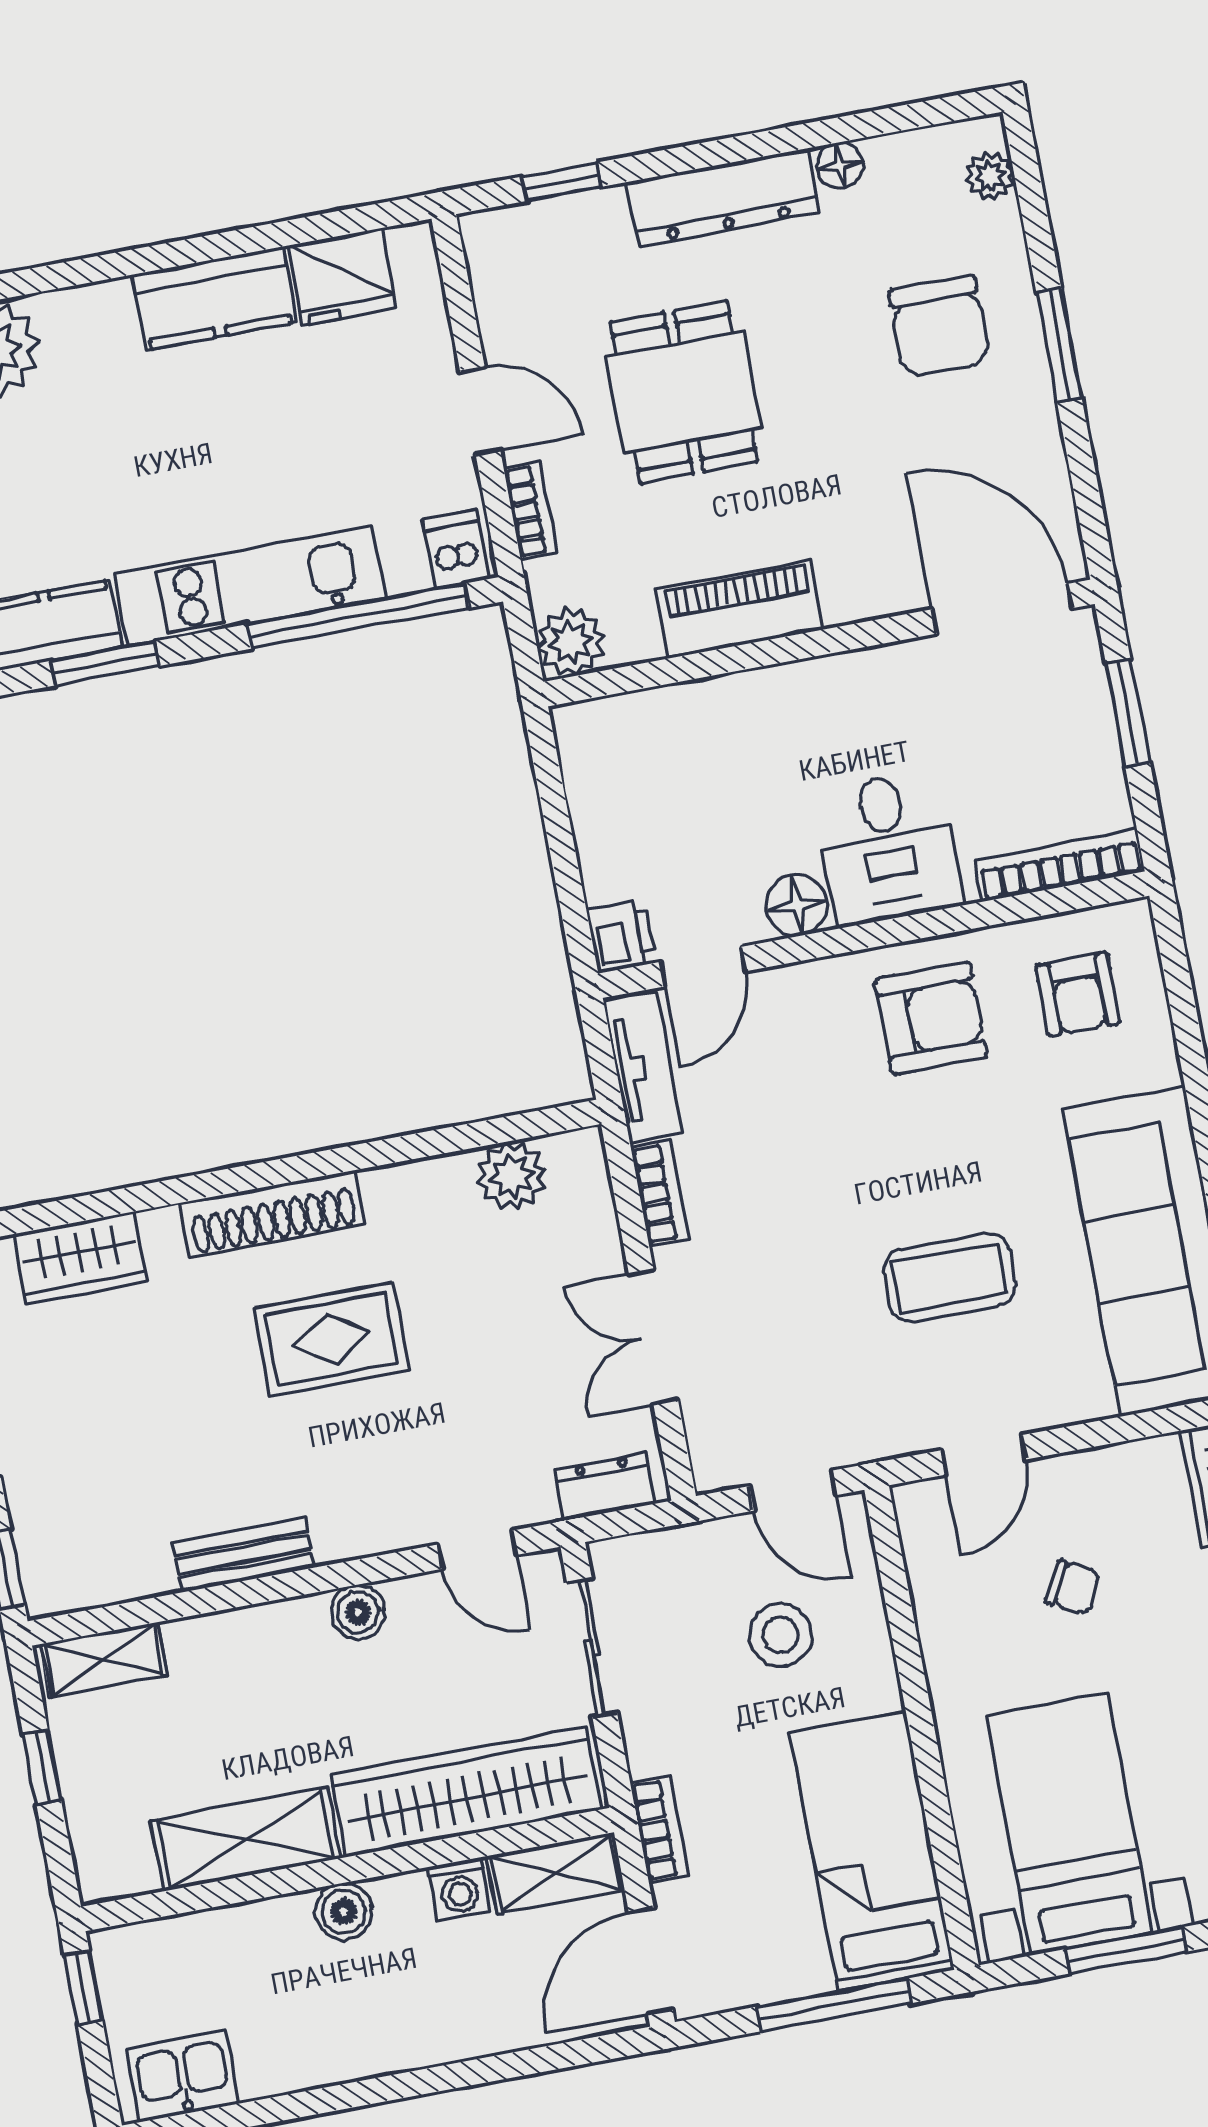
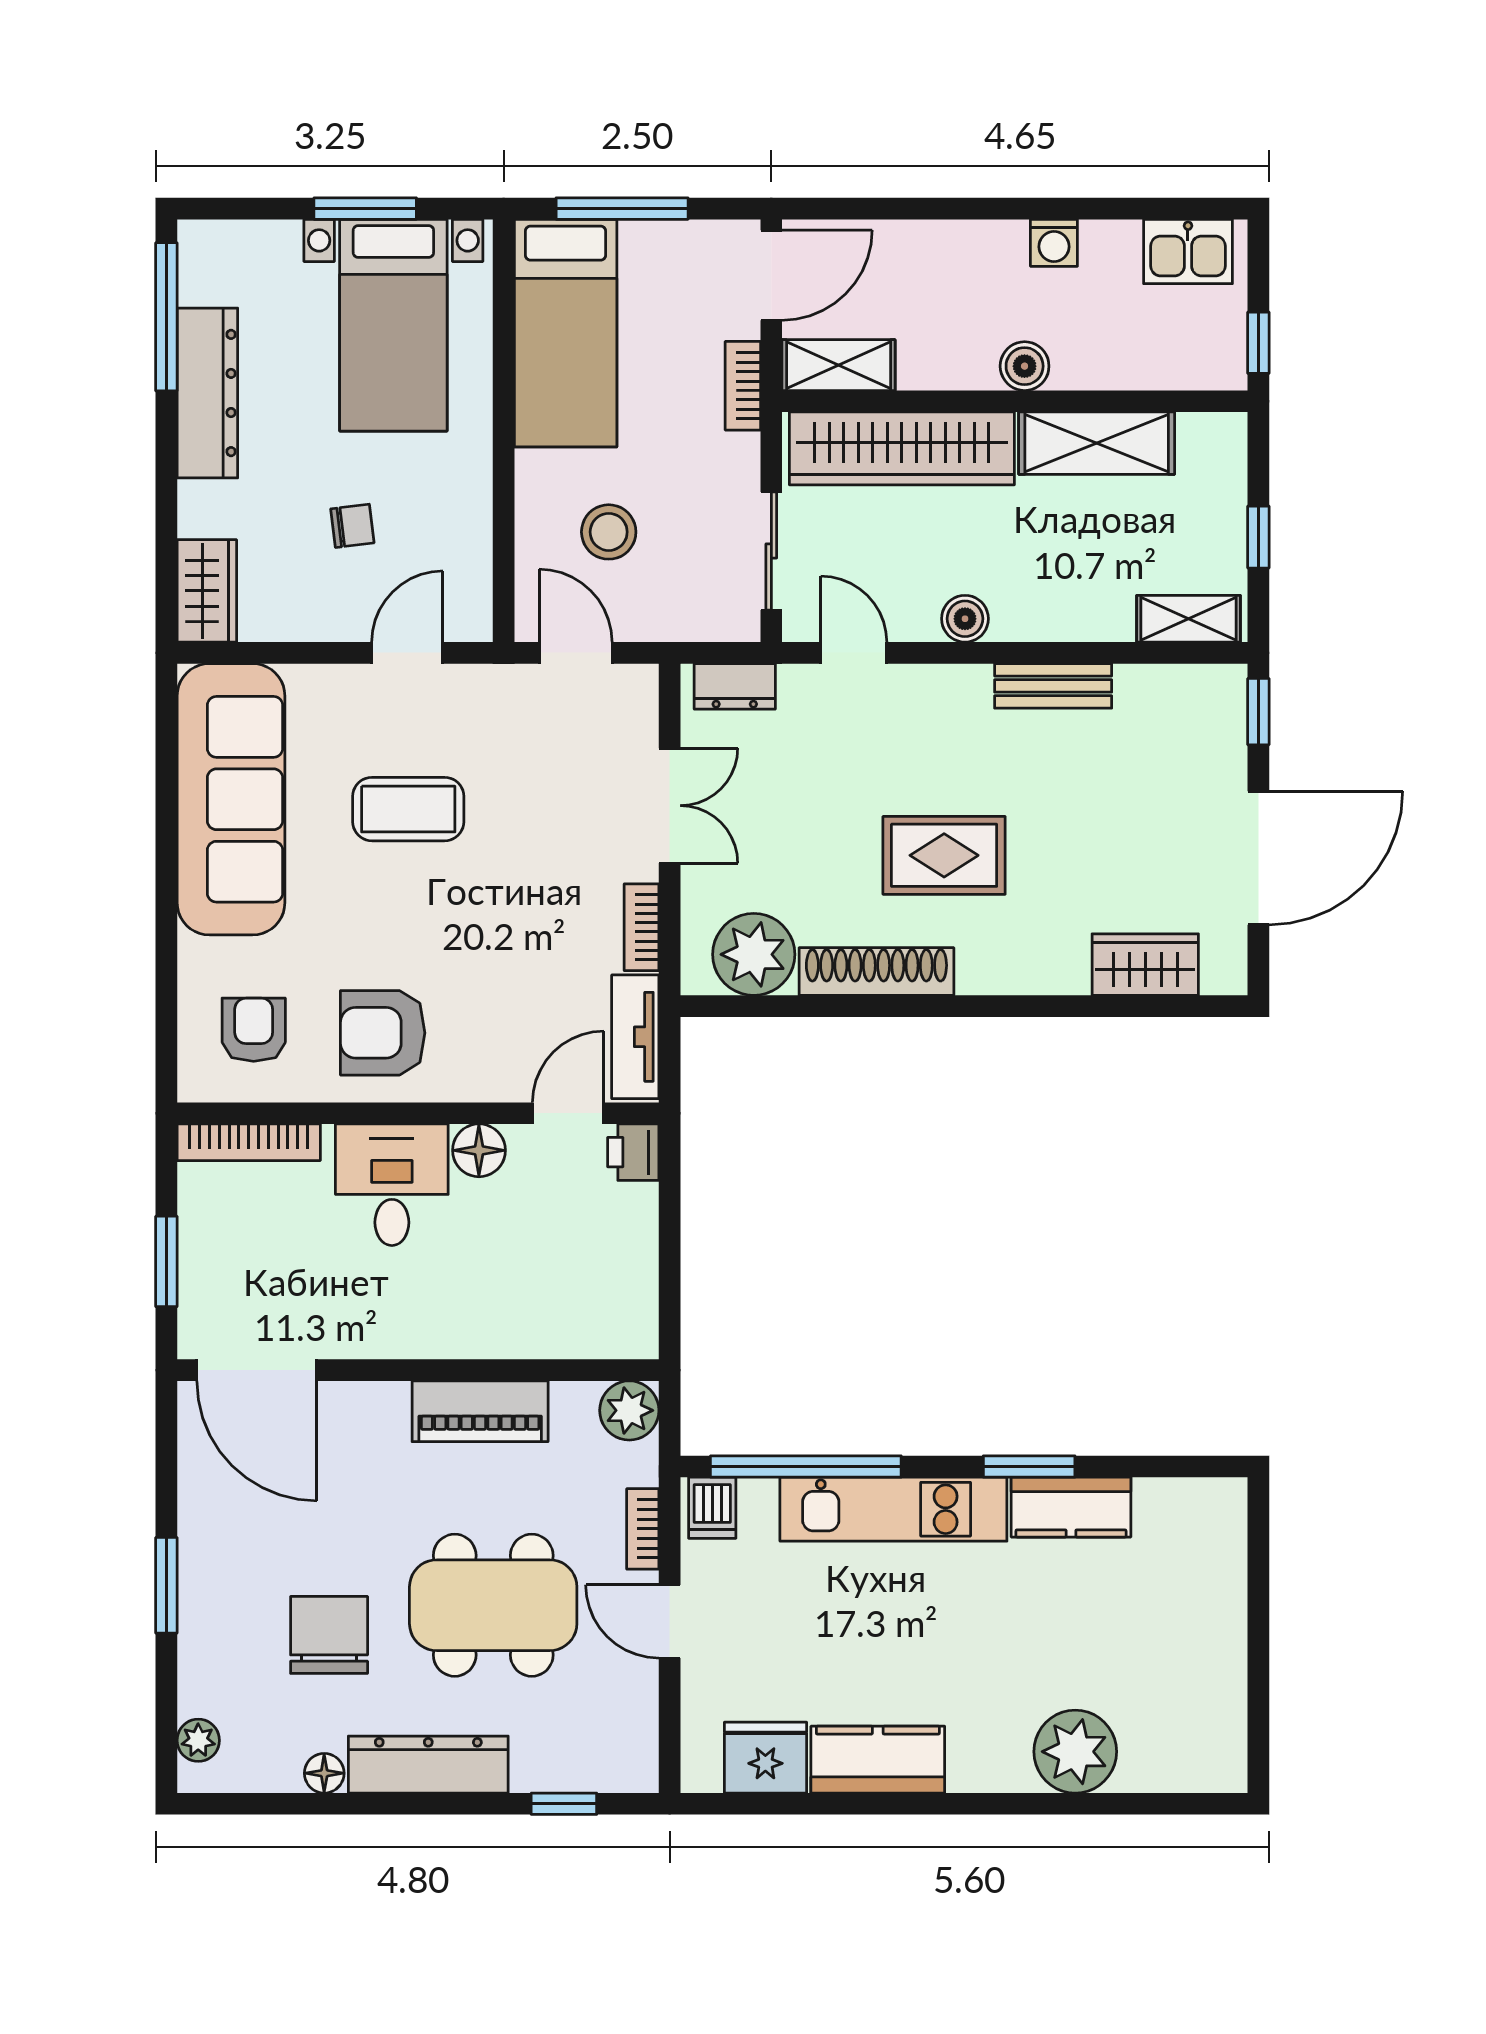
chair: (939, 326) -> (329, 1635), moved
dining table: (684, 392) -> (493, 1605), width x1.38
plant: (512, 1176) -> (754, 954), width x1.36, depth x1.36
shoe rack: (272, 1214) -> (876, 972), moved
chair: (1073, 1587) -> (352, 526), turned 145
washing machine: (459, 1889) -> (1054, 243), moved, turned 180

